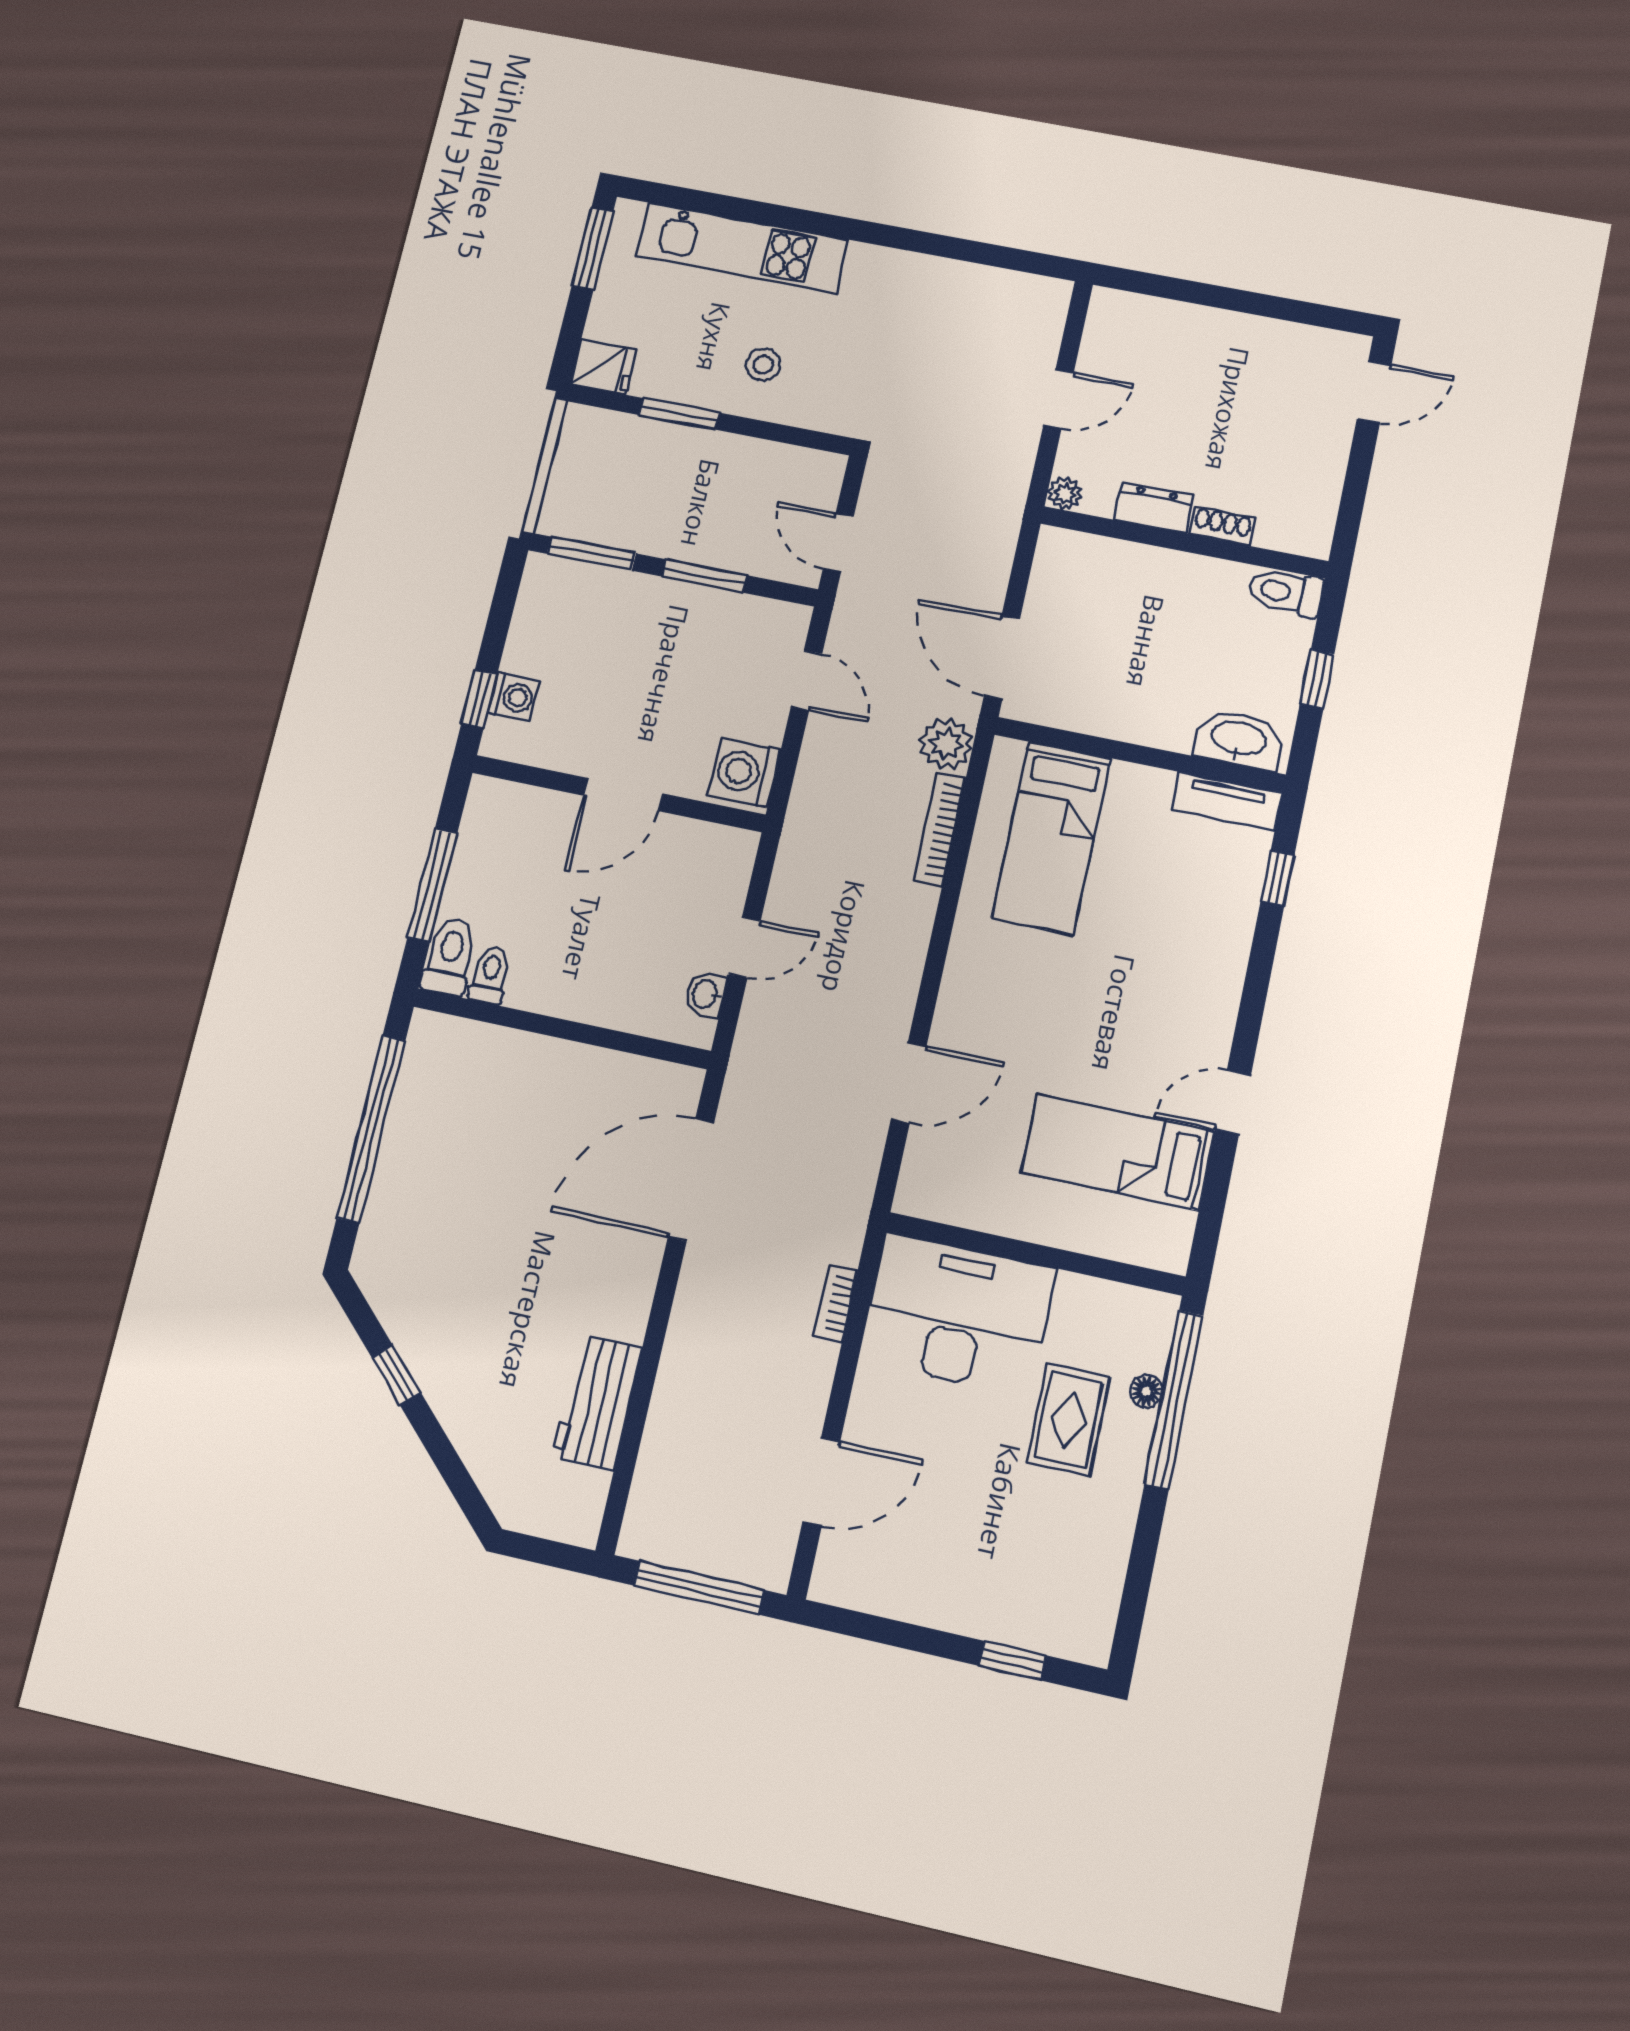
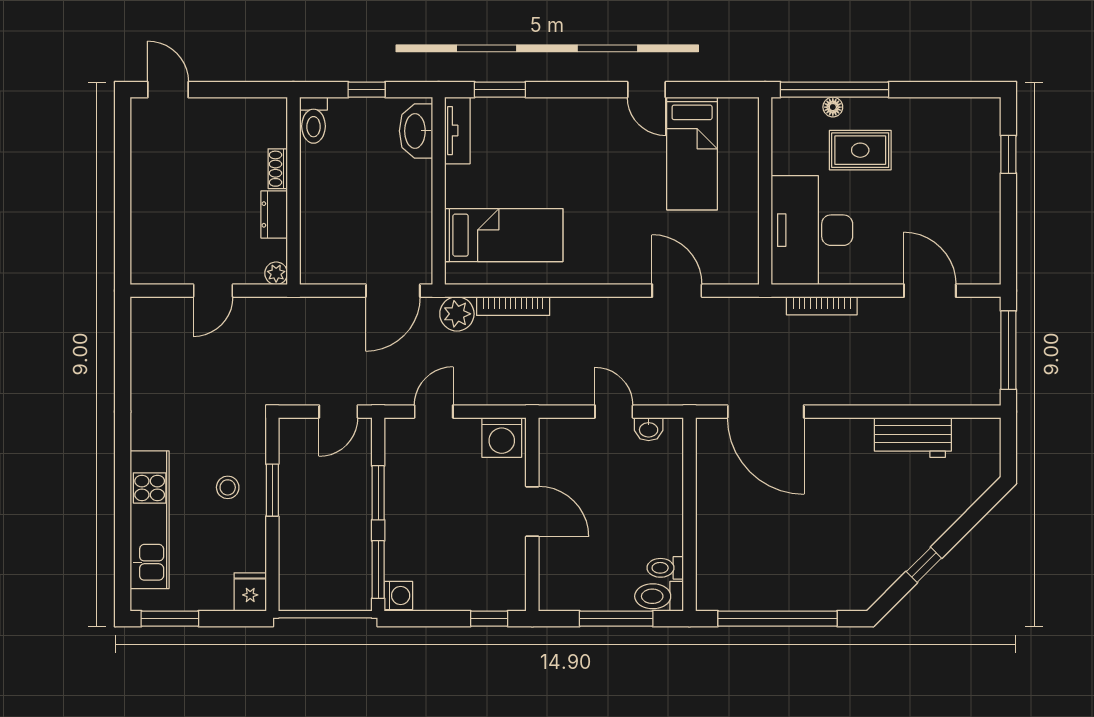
door: (1058, 399) -> (213, 291), swing flipped
window: (679, 414) -> (272, 490), moved
washing machine: (513, 697) -> (398, 595), moved, turned 90
window: (1278, 878) -> (500, 90), width x1.50
bookcase: (836, 1304) -> (822, 306), width x1.56

